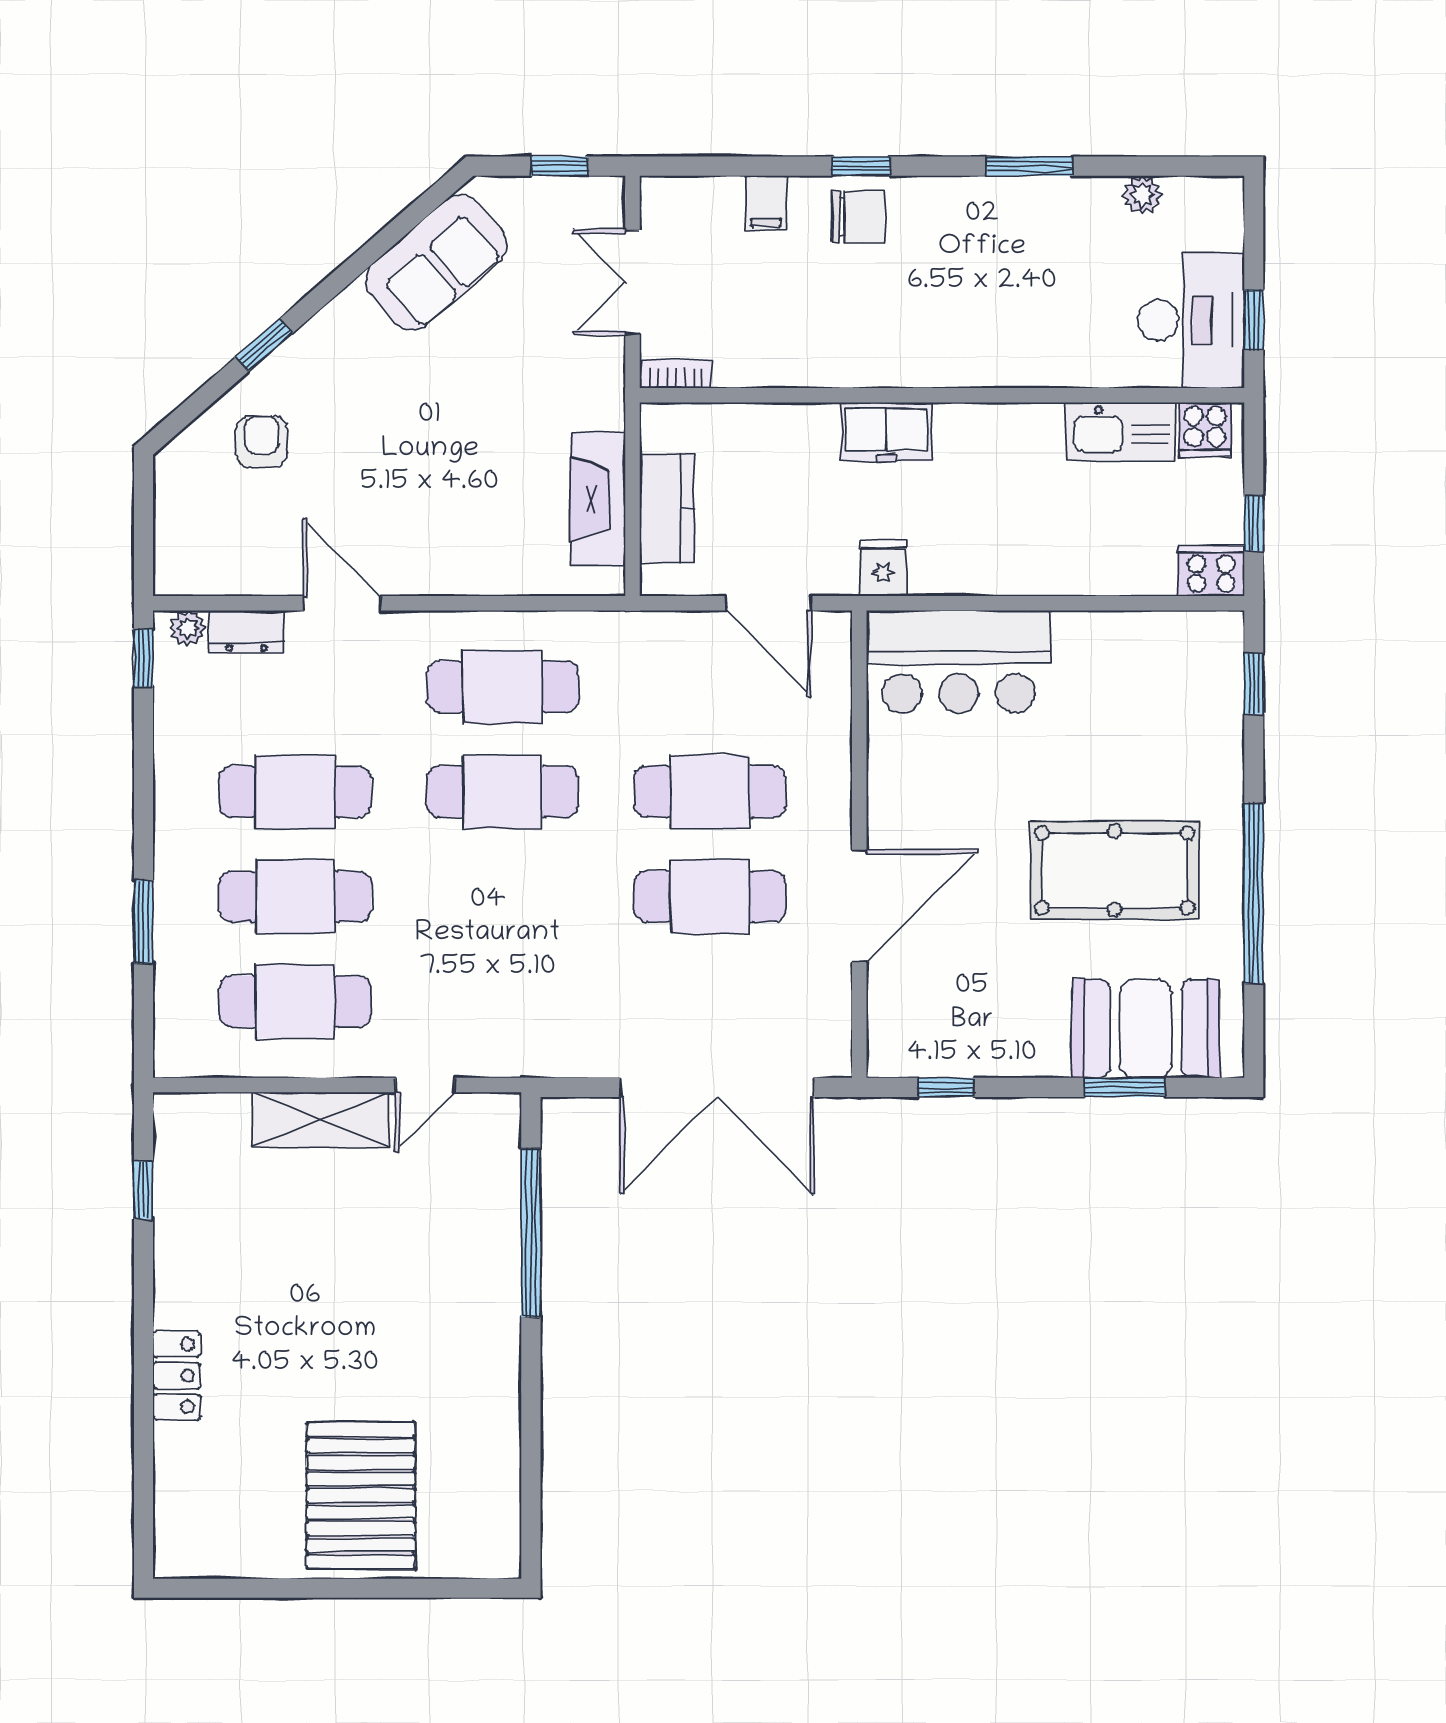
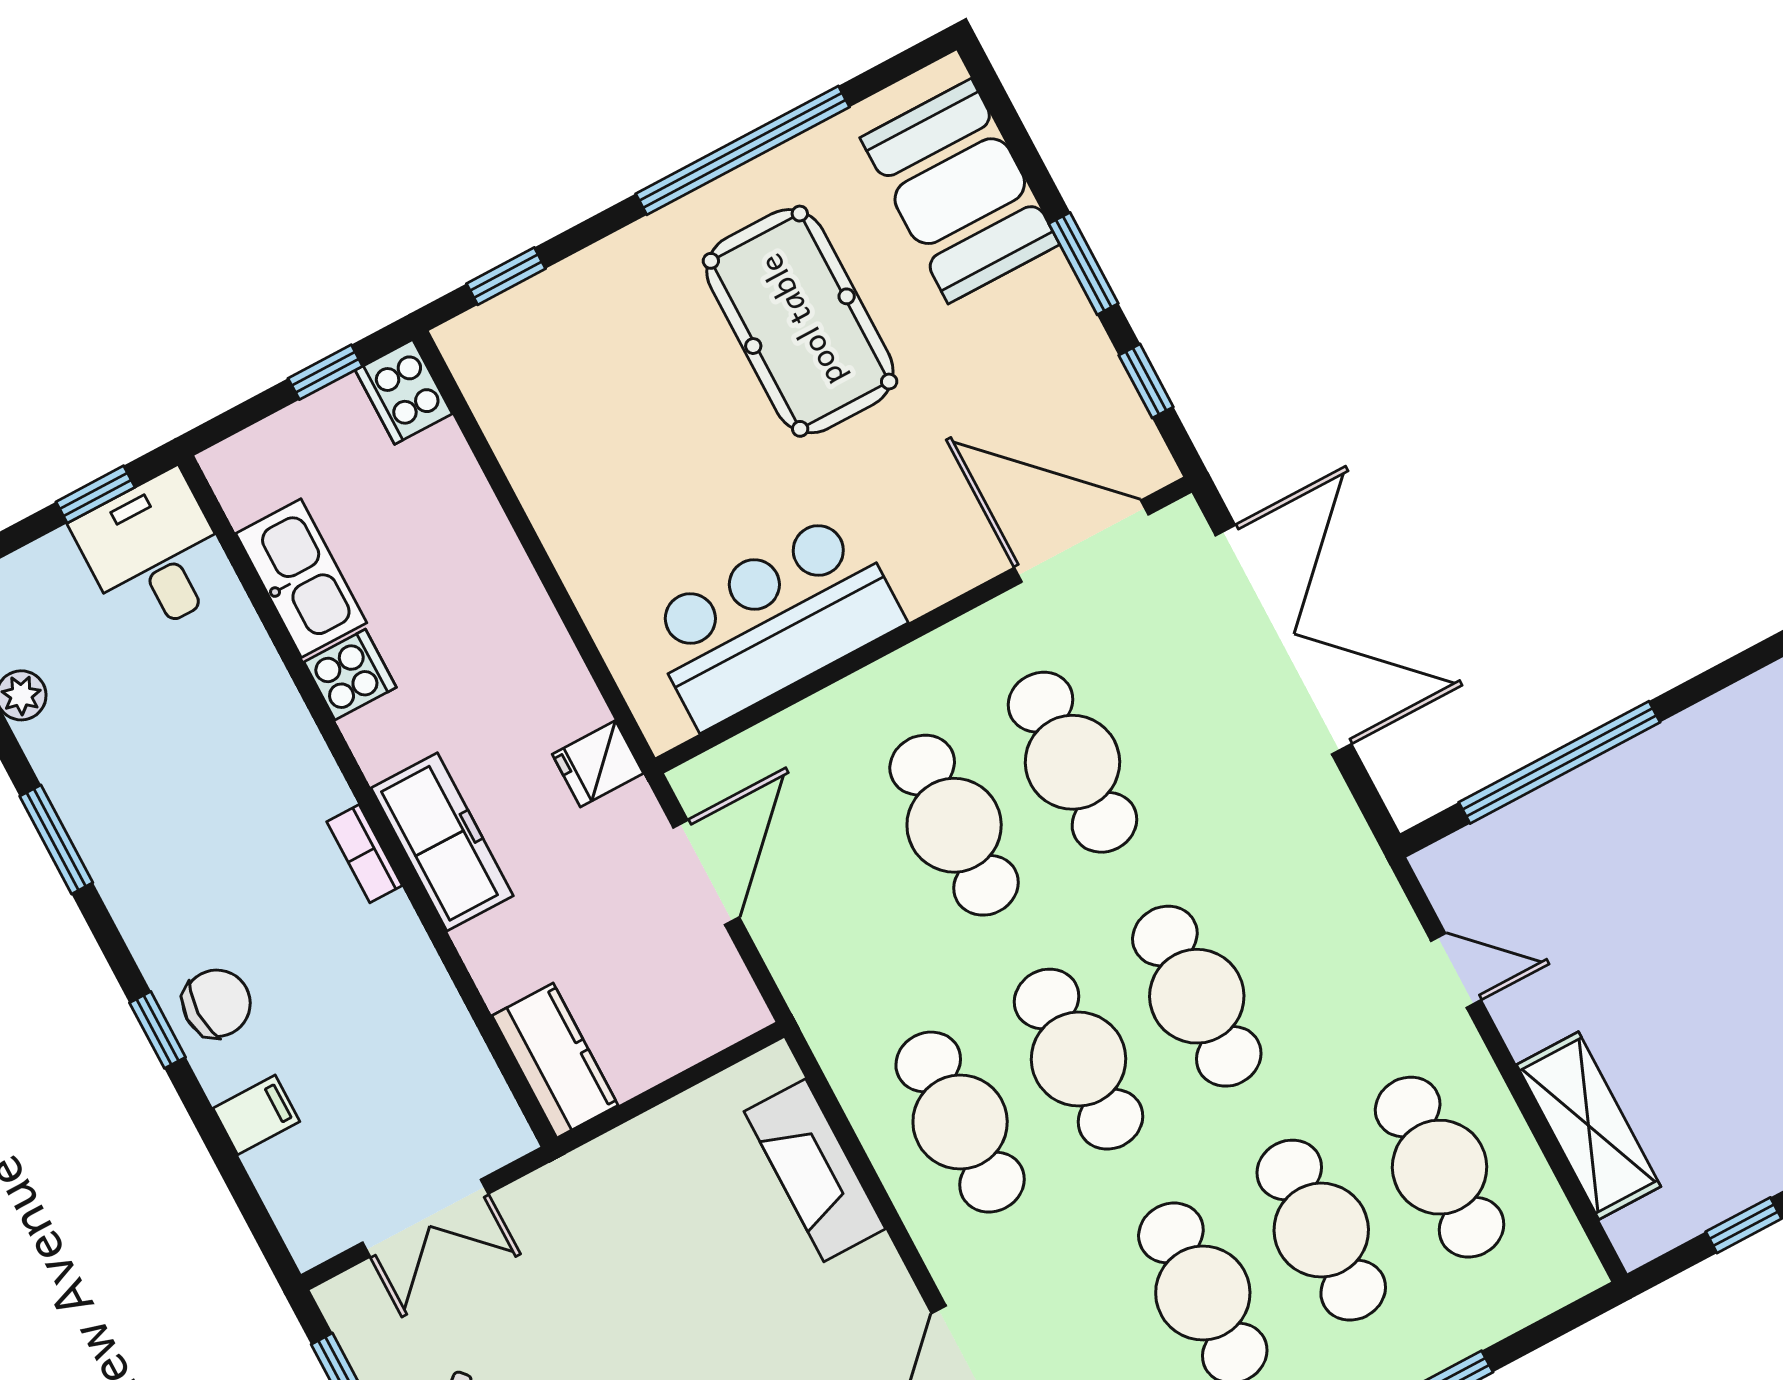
chair: (858, 217) -> (217, 1003), turned 90
desk: (1191, 320) -> (154, 554), width x0.73
bookcase: (676, 374) -> (364, 854), moved
cooker: (1205, 430) -> (350, 675), moved
freezer: (886, 432) -> (442, 842), width x1.40
fireplace: (598, 499) -> (815, 1170), moved, turned 90
kitchen counter: (667, 508) -> (555, 1061), moved, turned 90
bar counter: (959, 662) -> (773, 620), moved, turned -90
cafe table: (503, 897) -> (1197, 996), added
door: (859, 906) -> (1081, 541), moved
window: (1125, 1087) -> (1084, 264), moved
shelving: (320, 1120) -> (1589, 1126), moved

